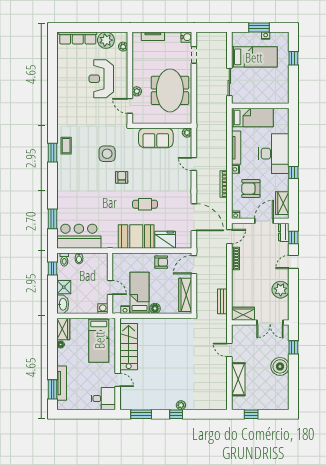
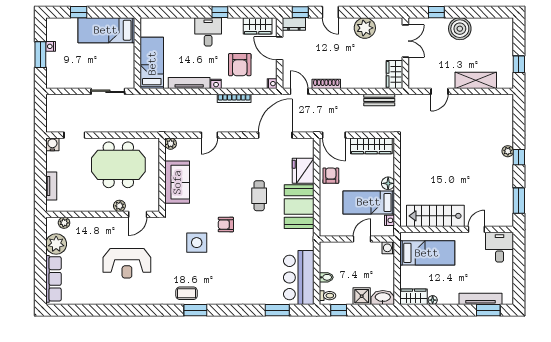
bed: (254, 57) -> (106, 30), moved, turned -90
reception desk: (101, 79) -> (127, 263), moved
desk: (274, 154) -> (208, 32), width x0.53, depth x0.77

